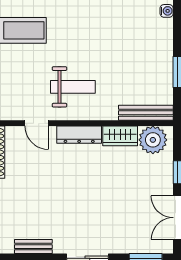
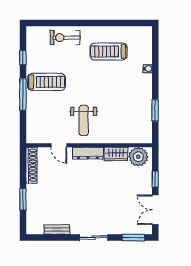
weight bench: (73, 87) -> (84, 121), turned 90
bench: (146, 113) -> (133, 138), removed

